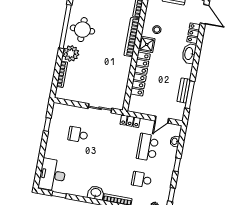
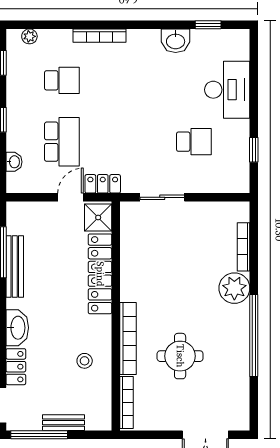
round table: (82, 30) -> (180, 356), moved
shower: (147, 44) -> (98, 218), moved
bench: (184, 90) -> (15, 266), width x1.36
door: (162, 120) -> (71, 197), moved
desk: (52, 175) -> (227, 90), moved
washbasin: (96, 193) -> (176, 41), moved

